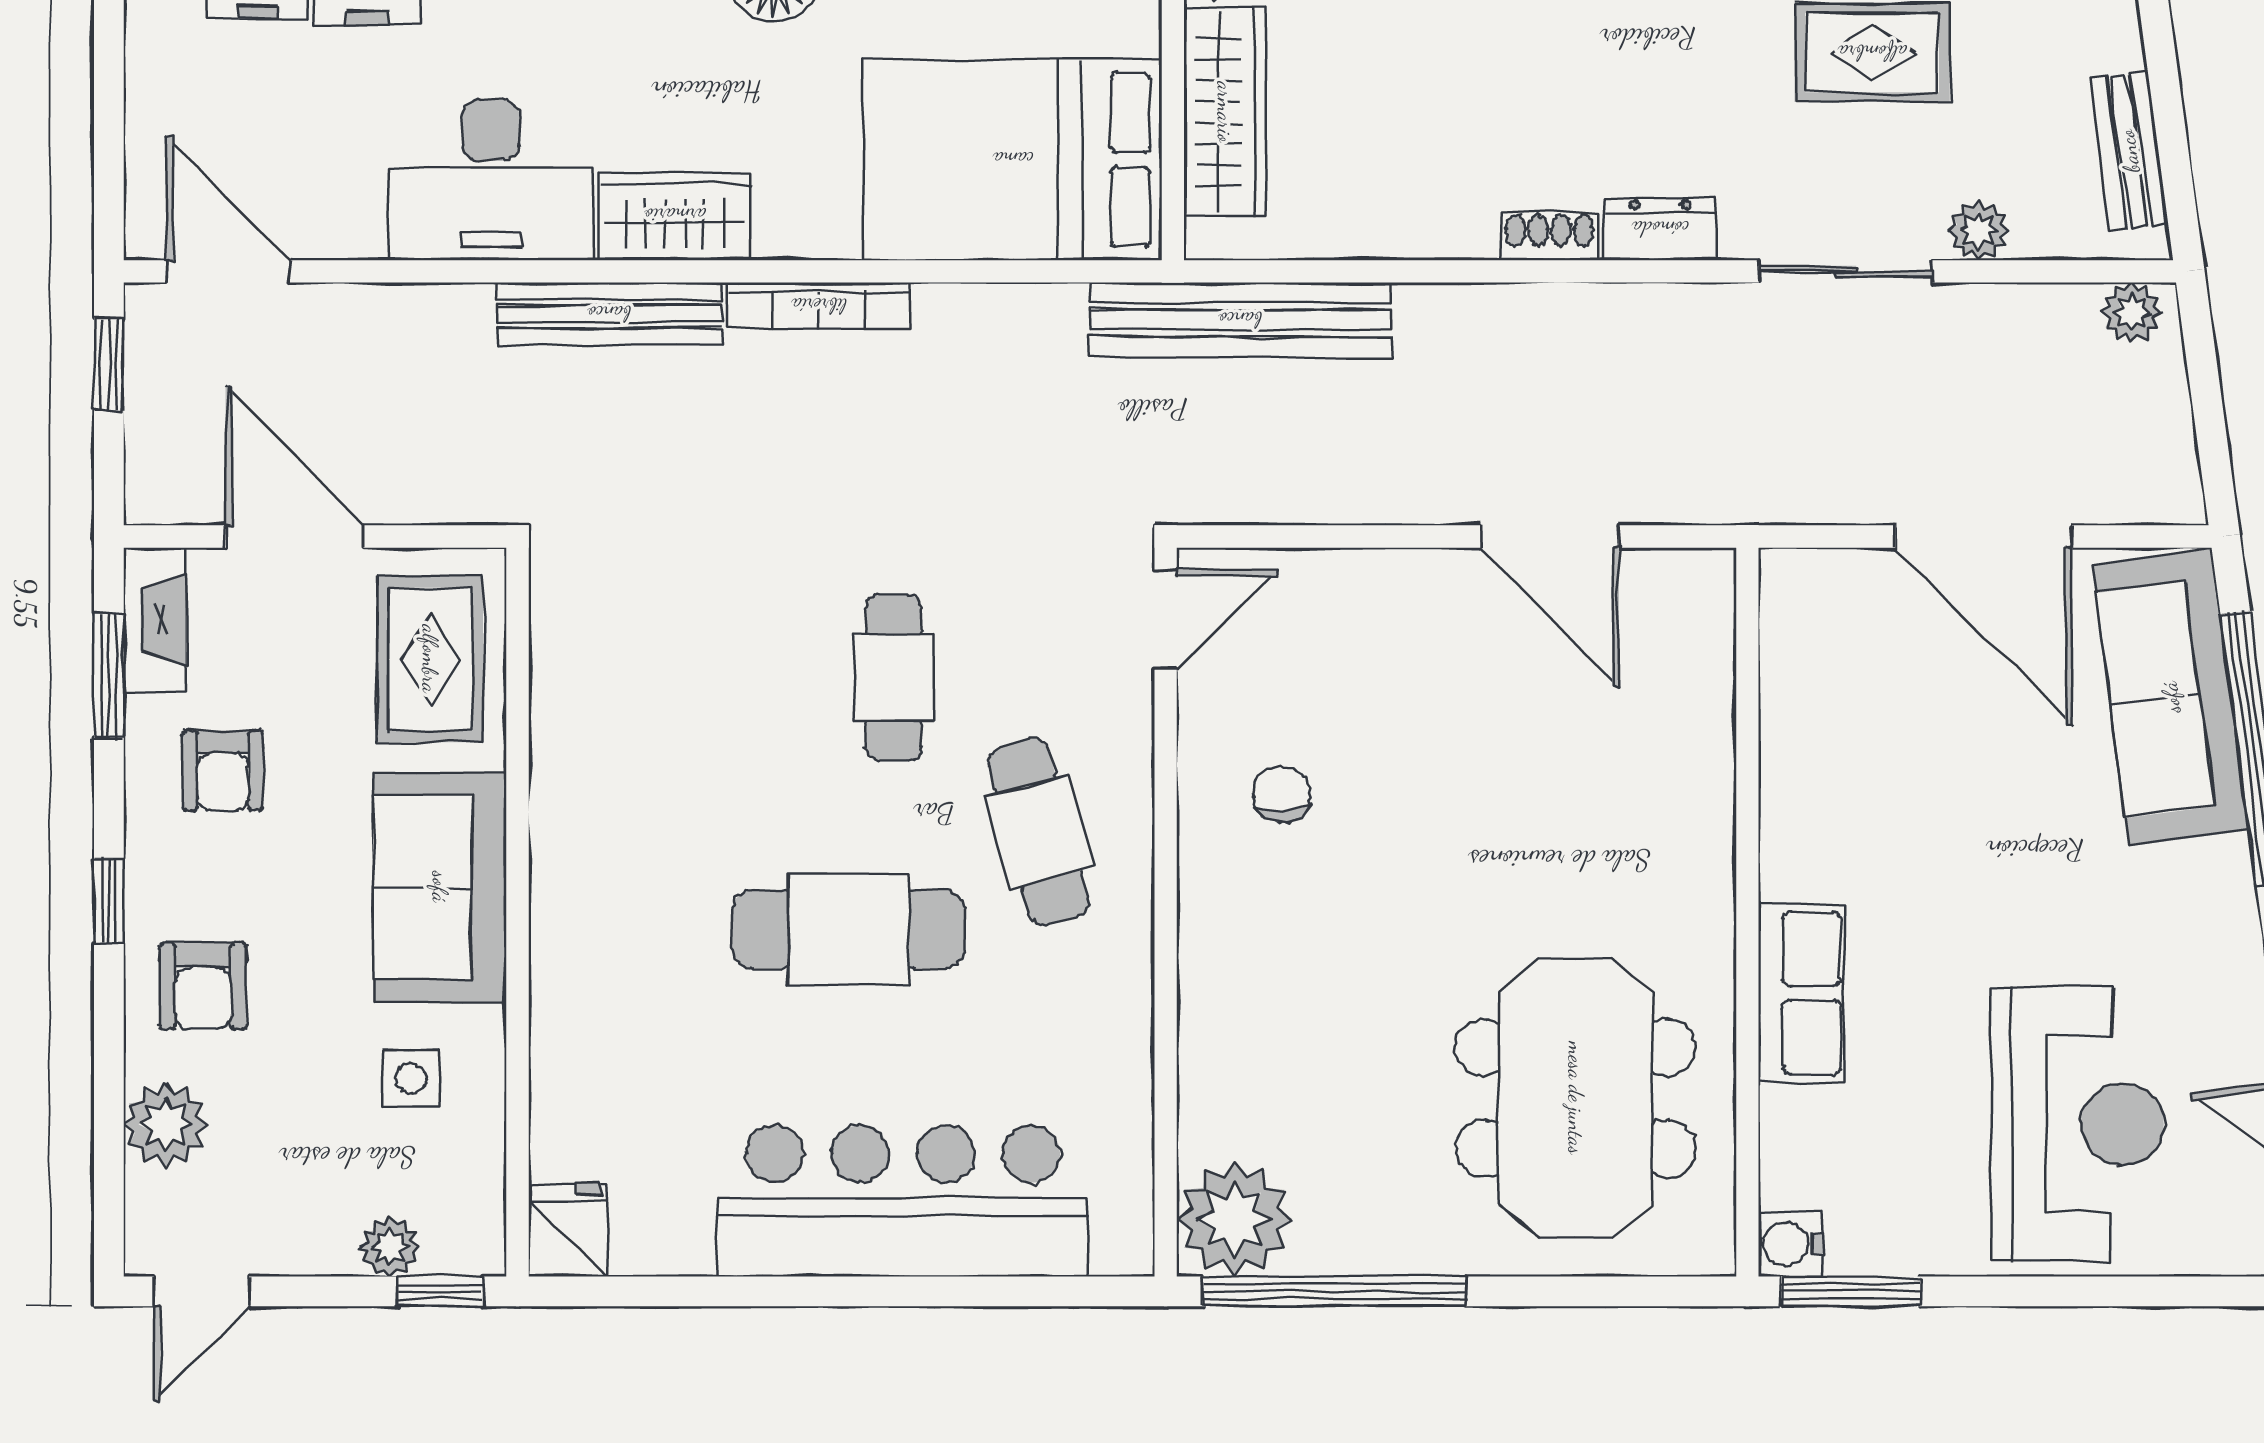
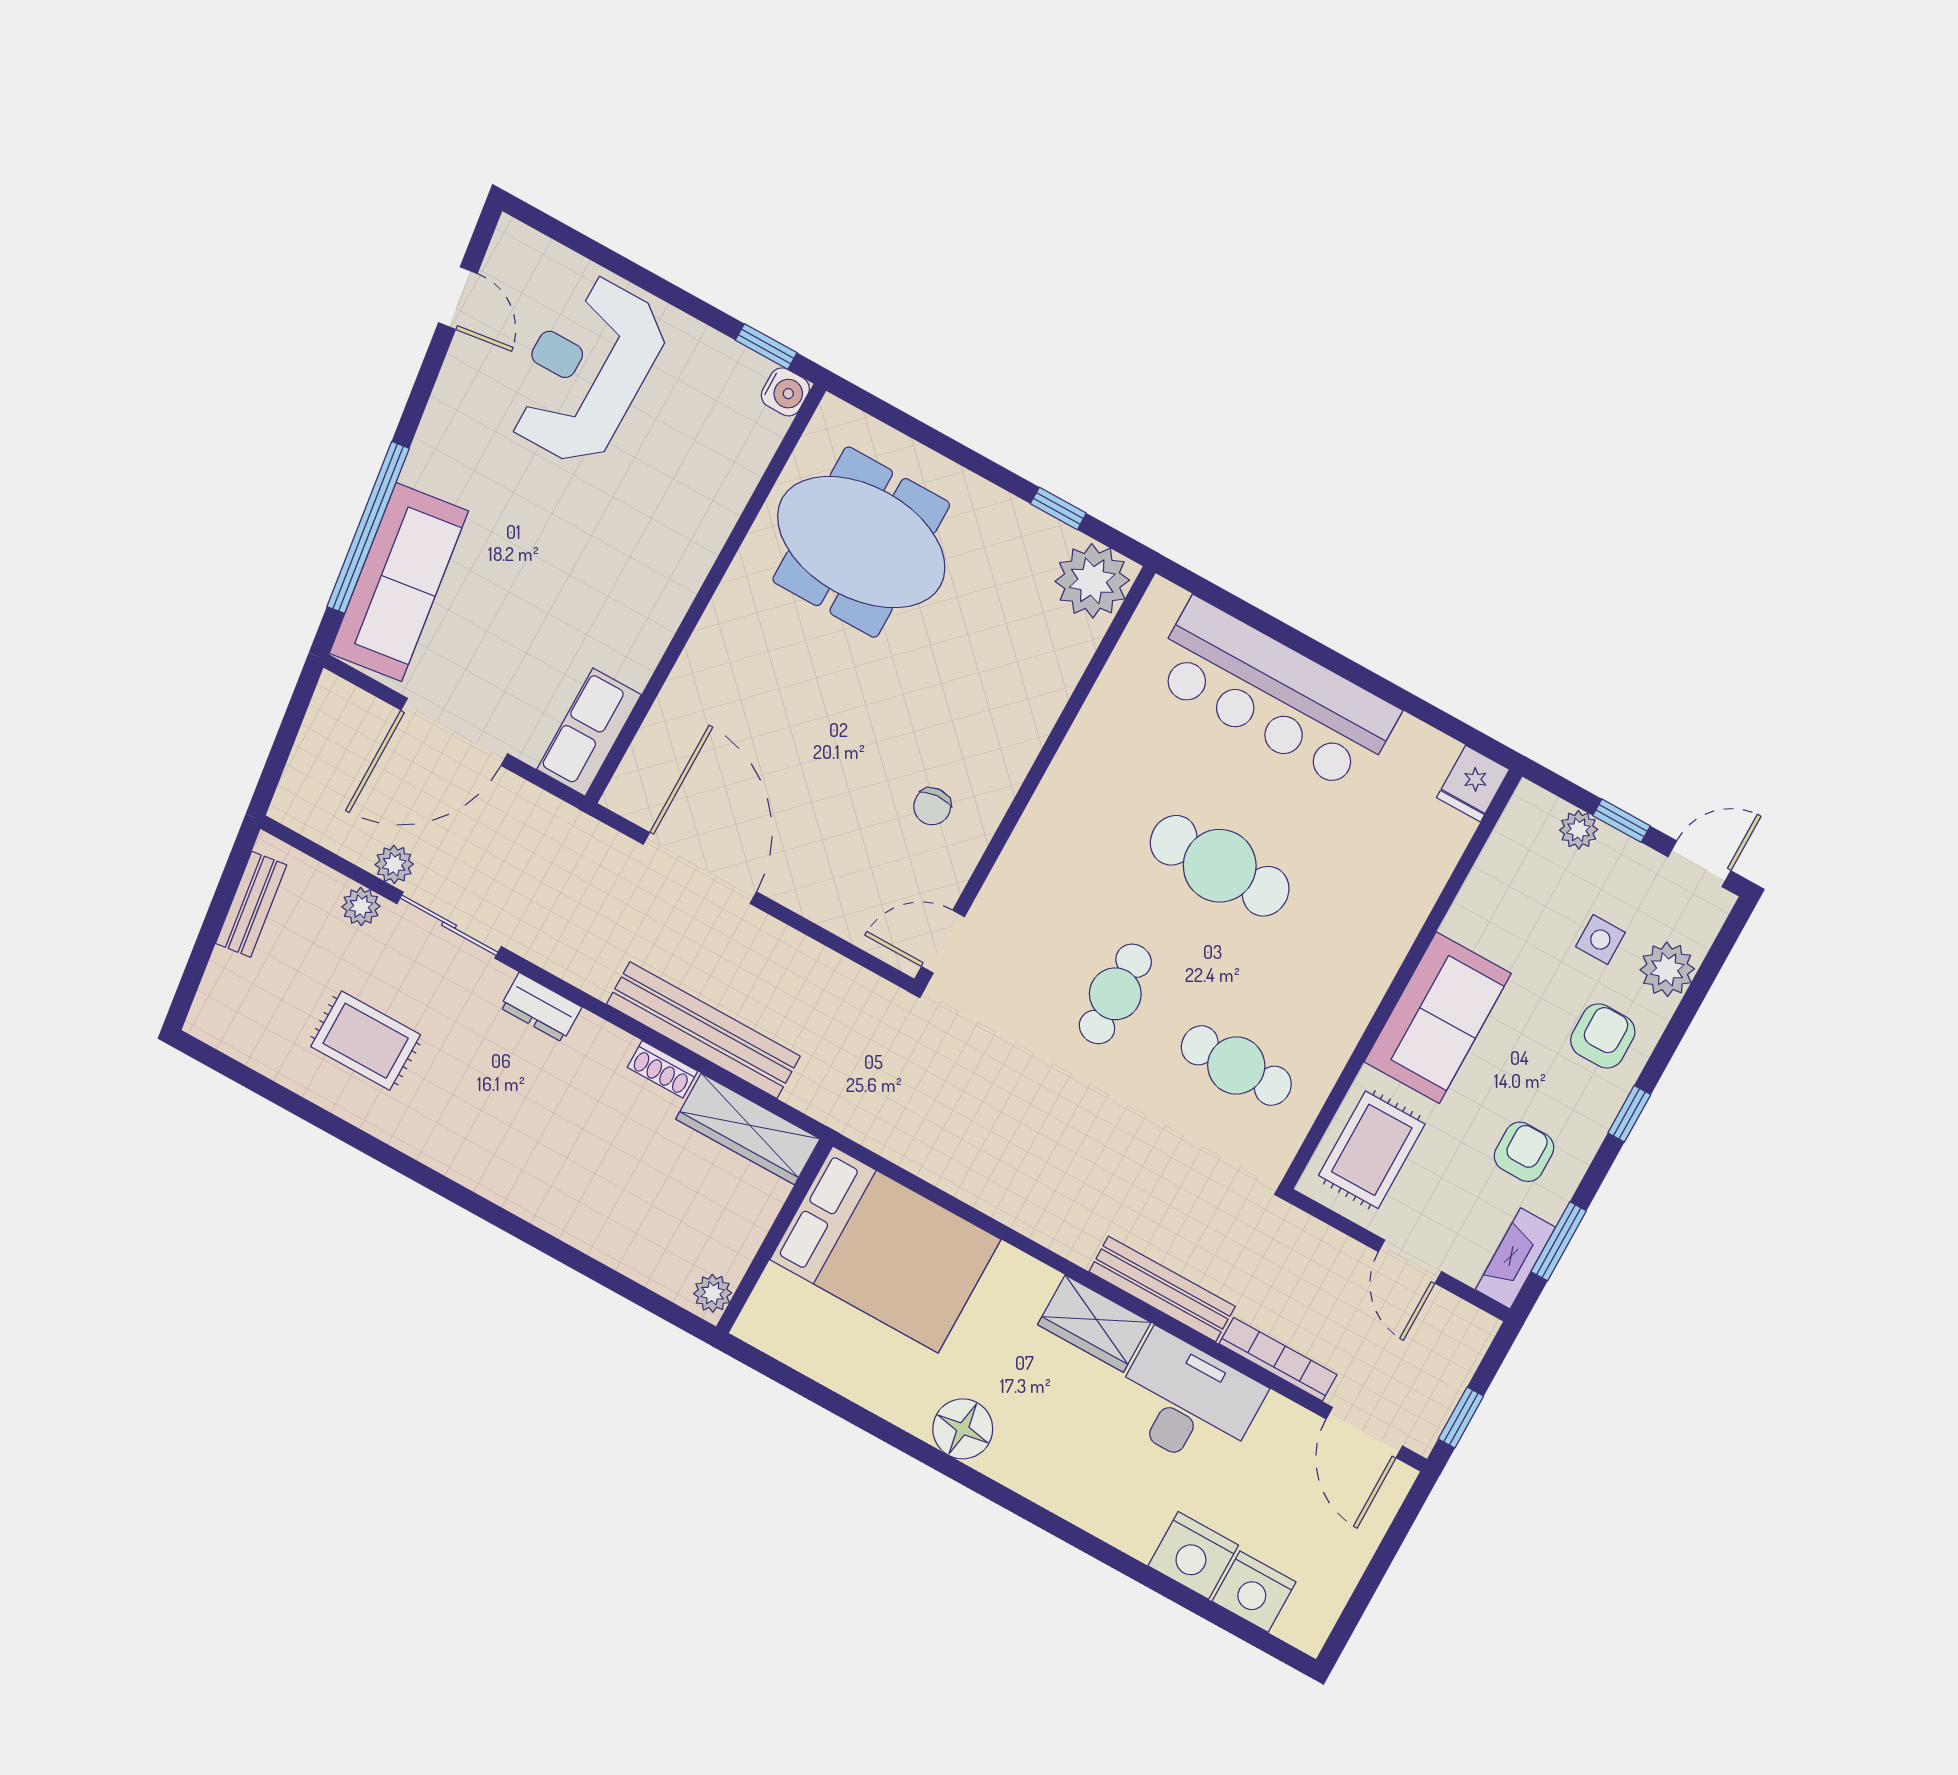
wardrobe: (1225, 112) -> (748, 1129), moved, turned -90
shoe rack: (1550, 236) -> (662, 1069), moved
bookcase: (819, 306) -> (1278, 1359), moved
plant: (2132, 312) -> (394, 864), moved
bench: (1240, 320) -> (703, 1030), moved
door: (295, 537) -> (1410, 1262), width x0.73
door: (1550, 537) -> (700, 868), width x1.36
door: (1984, 537) -> (454, 732), swing flipped
cafe table: (1039, 832) -> (1236, 1066), moved, turned -75
row of seats: (1801, 993) -> (589, 732), moved
side table: (411, 1078) -> (1600, 940), moved
meeting table: (1576, 1098) -> (861, 542), turned 90
window: (440, 1291) -> (1622, 821), moved
window: (1334, 1291) -> (1058, 508), width x0.32
window: (1851, 1291) -> (766, 346), width x0.67

